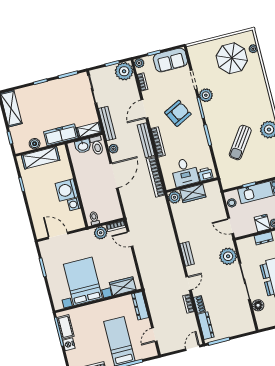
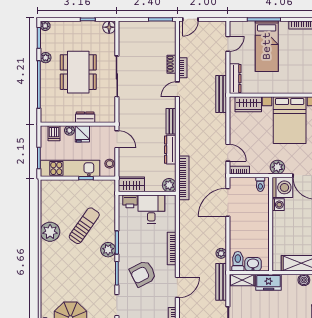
plant: (206, 95) -> (108, 250), moved
freezer: (61, 135) -> (269, 282), width x0.71
bench: (146, 140) -> (221, 94), moved
door: (114, 176) -> (228, 202), moved
bookcase: (155, 177) -> (184, 178), moved
washing machine: (66, 190) -> (282, 187), moved
wardrobe: (193, 193) -> (131, 184), moved
plant: (101, 233) -> (277, 167), moved
plant: (228, 256) -> (128, 108), removed
floor lamp: (258, 305) -> (109, 27), moved
dresser: (206, 326) -> (170, 150), moved

